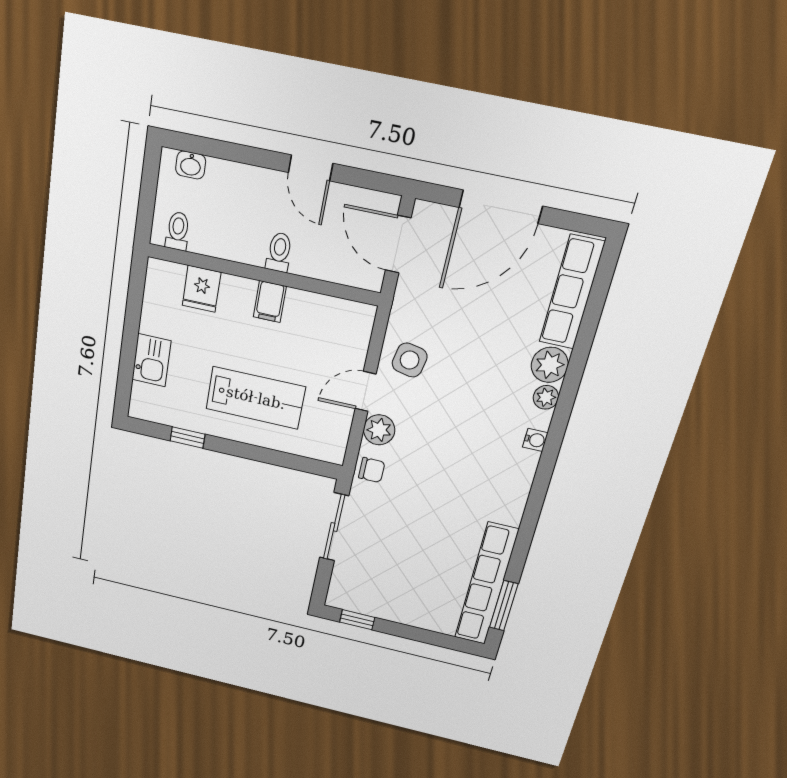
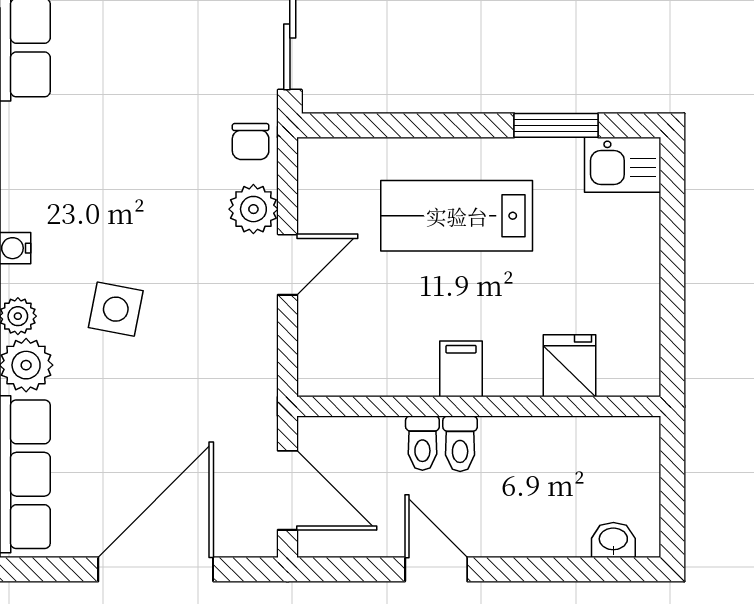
toilet: (178, 231) -> (422, 443), moved
kitchen sink: (151, 360) -> (623, 165), moved, turned -90
side table: (410, 360) -> (116, 309), moved
window: (188, 438) -> (556, 125), width x1.50
chair: (372, 470) -> (251, 142), turned -90

